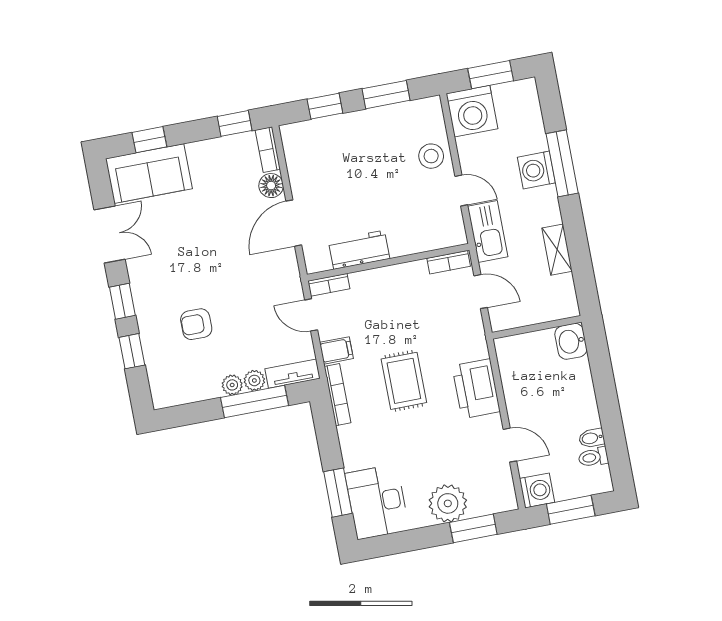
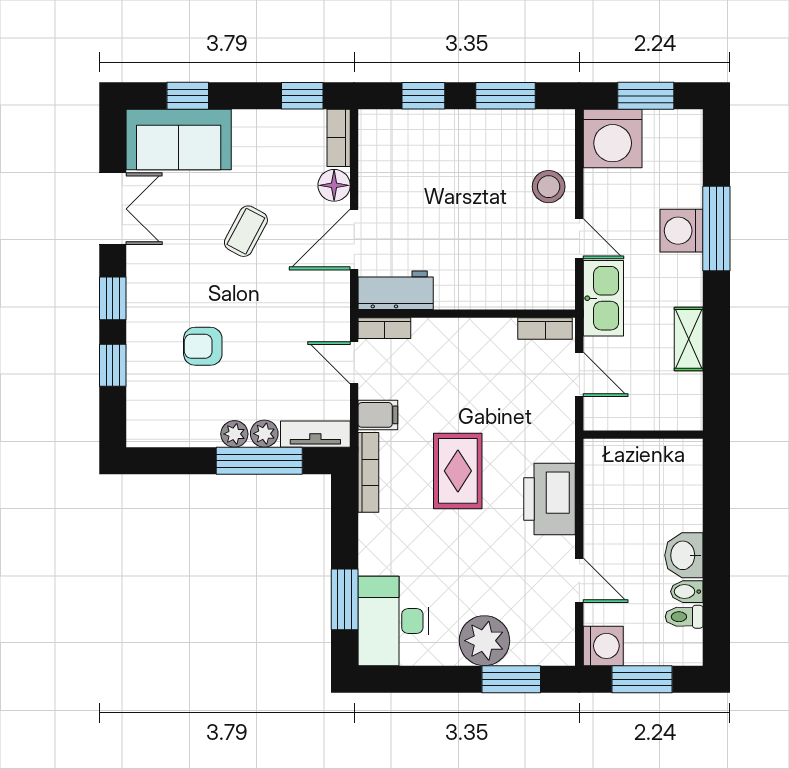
coffee table: (212, 232) -> (246, 231), added
workbench: (359, 250) -> (396, 290), moved
washbasin: (571, 341) -> (684, 555), moved

